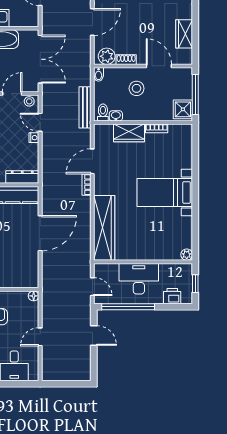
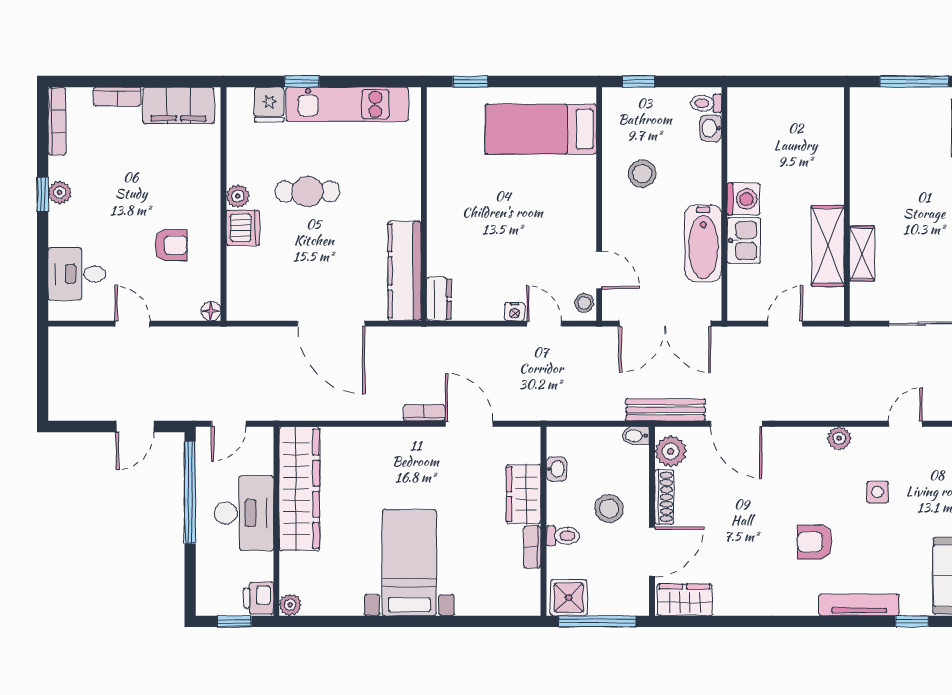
wardrobe: (184, 34) -> (685, 600), moved
shoe rack: (126, 60) -> (664, 497), width x1.43
bench: (85, 107) -> (665, 410), moved
toilet: (103, 112) -> (563, 536), moved
door: (40, 122) -> (544, 324), hinge flipped
dresser: (22, 177) -> (439, 299), width x0.70
wardrobe: (104, 228) -> (299, 489), moved, turned -90
printer: (172, 296) -> (259, 598), moved, turned 180

